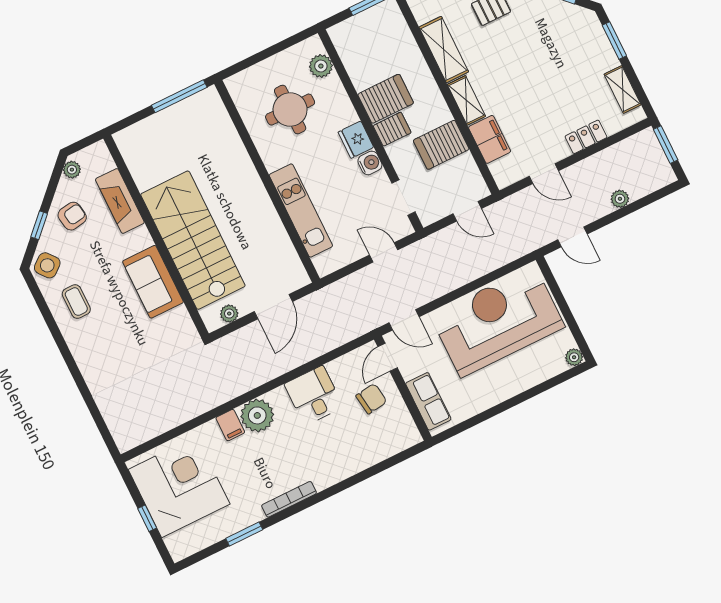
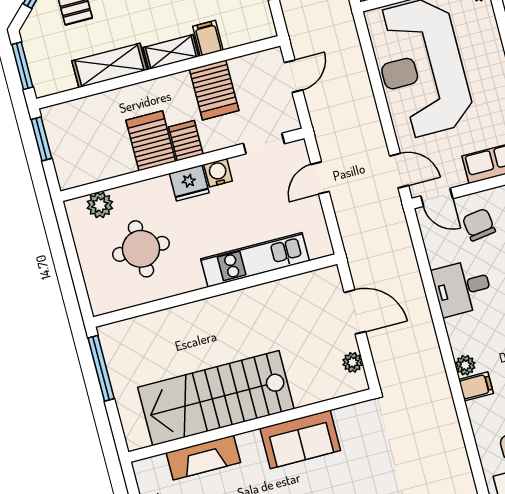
filing cabinet: (490, 139) -> (208, 38), width x0.50
stairs: (193, 240) -> (216, 398), moved
door: (404, 320) -> (399, 171), hinge flipped
plant: (257, 415) -> (465, 365), width x0.53, depth x0.53

